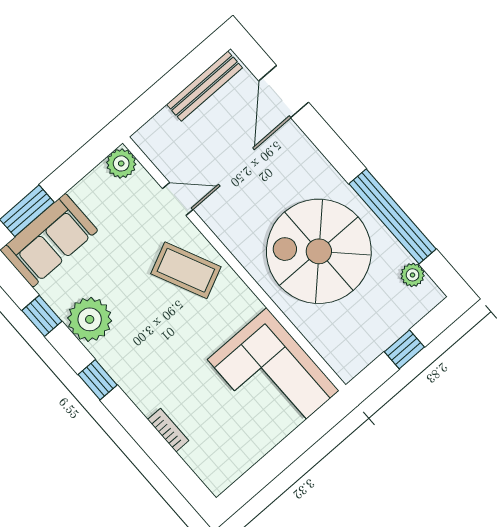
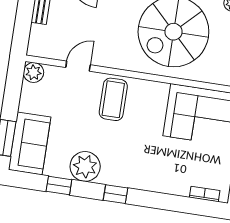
coffee table: (186, 270) -> (113, 99), turned -65
bookcase: (168, 430) -> (205, 194), moved

